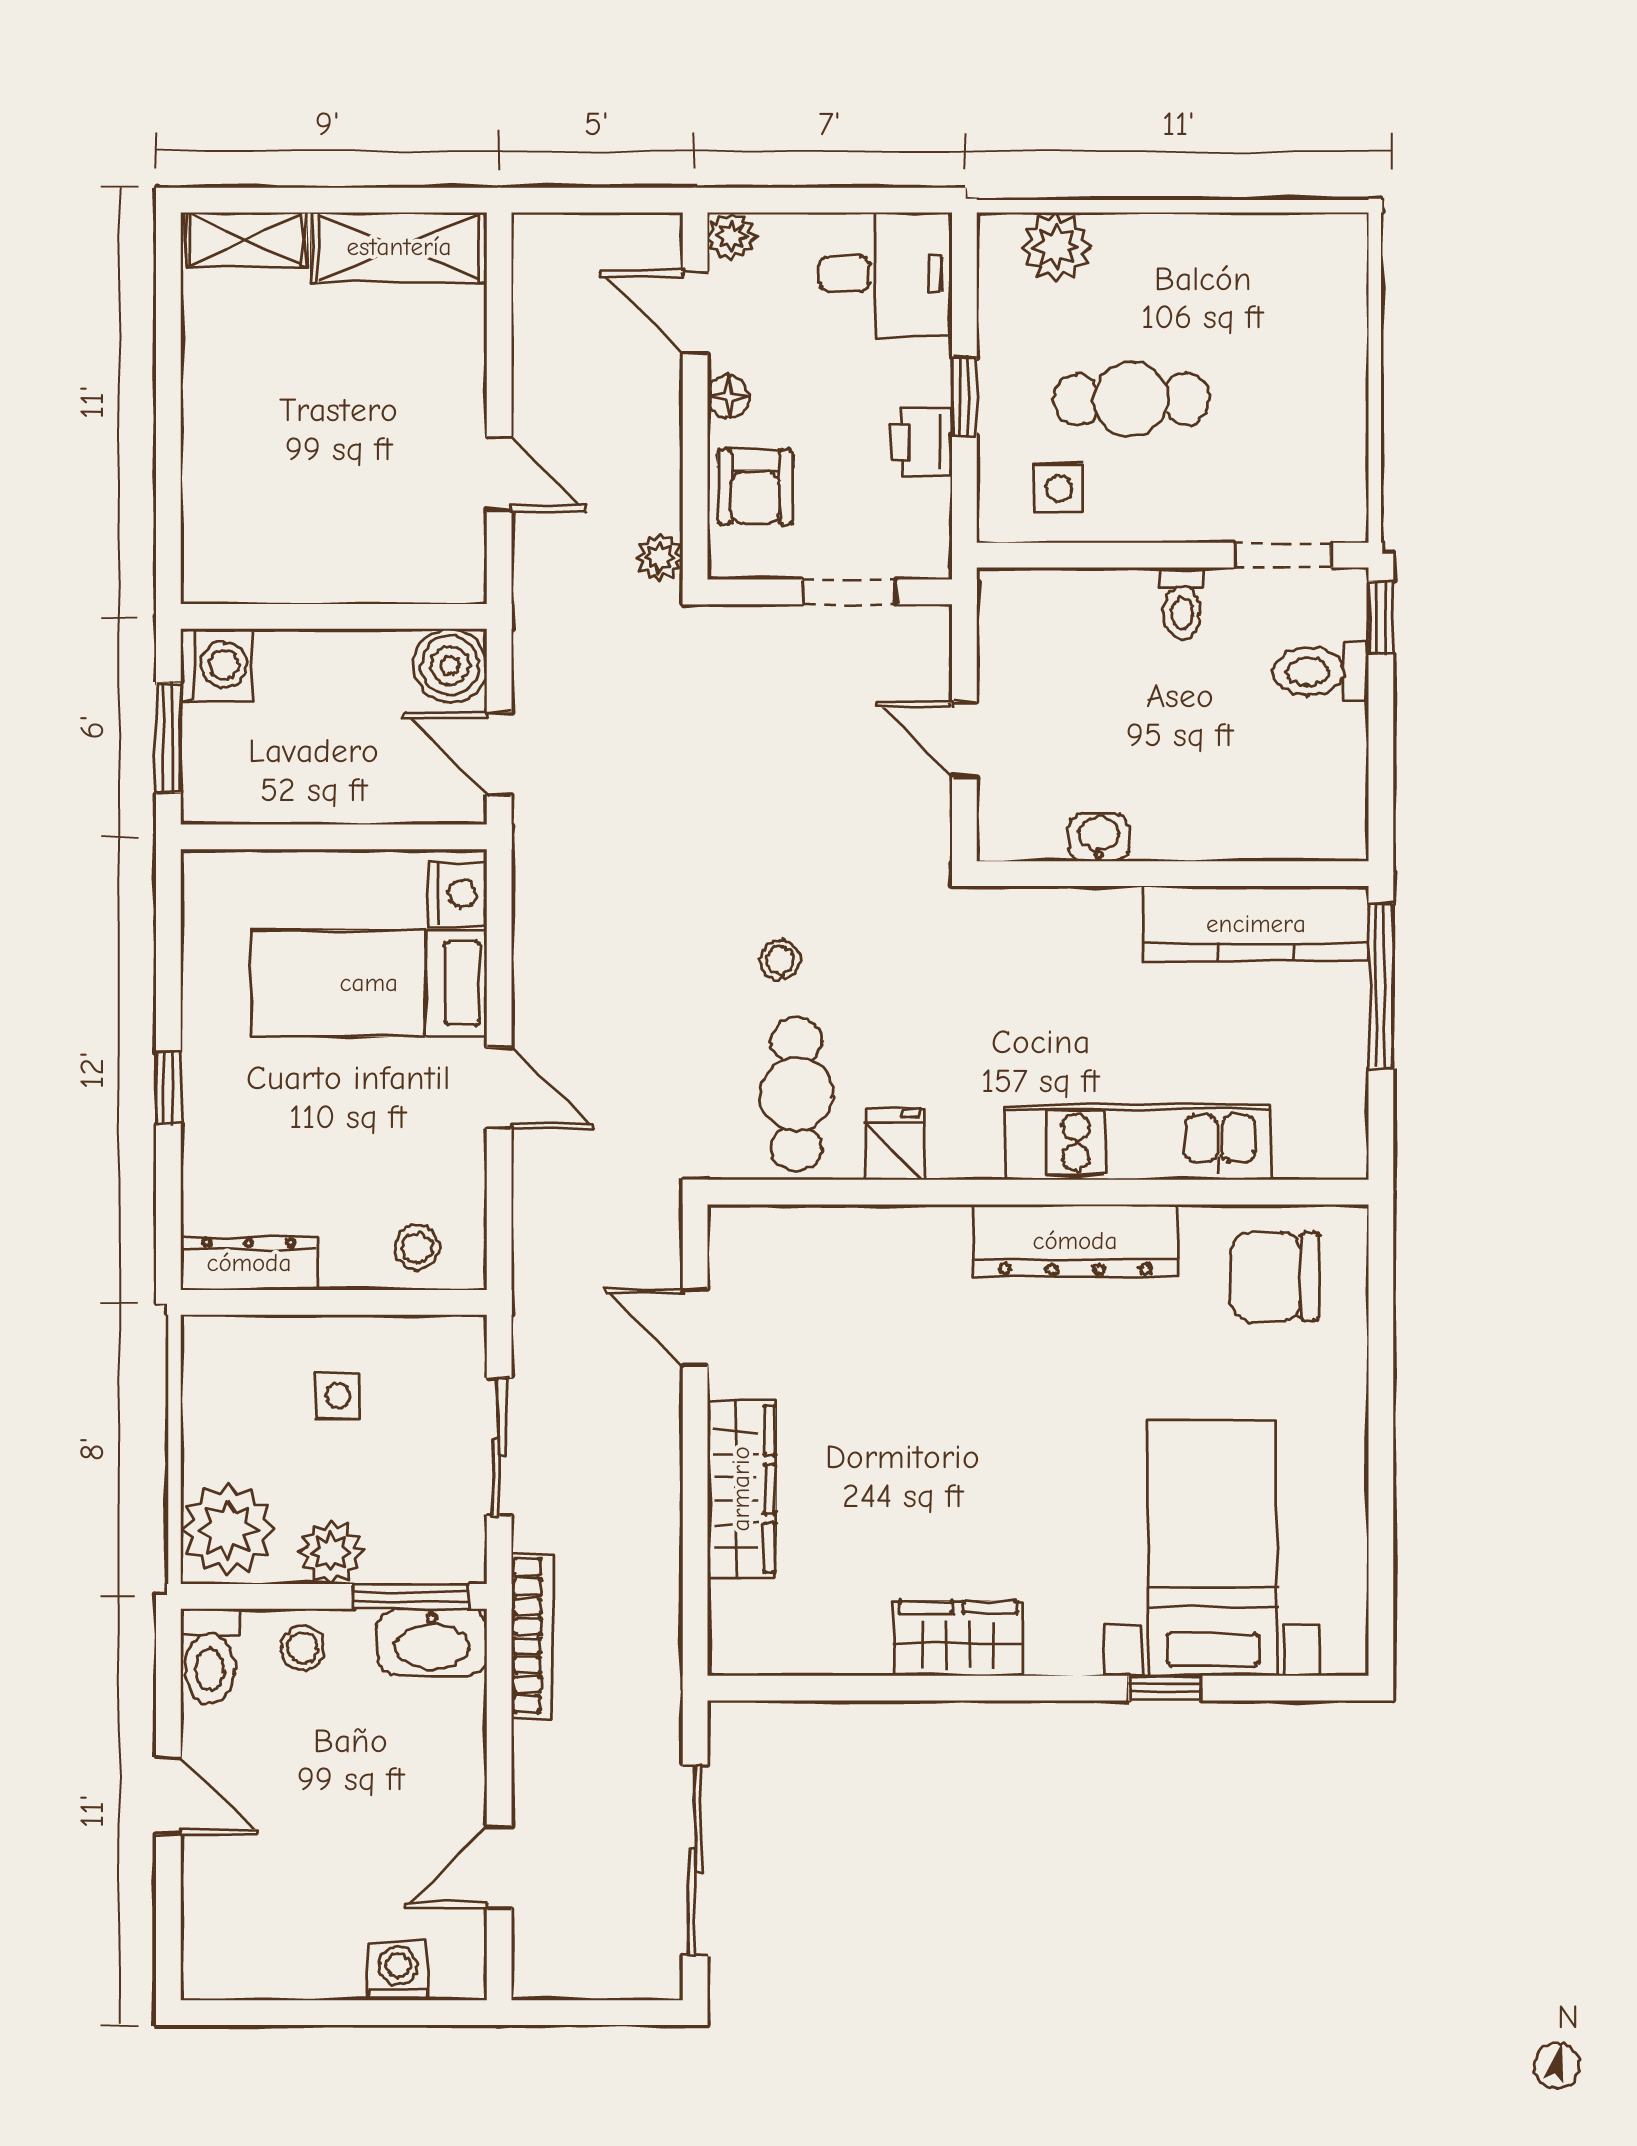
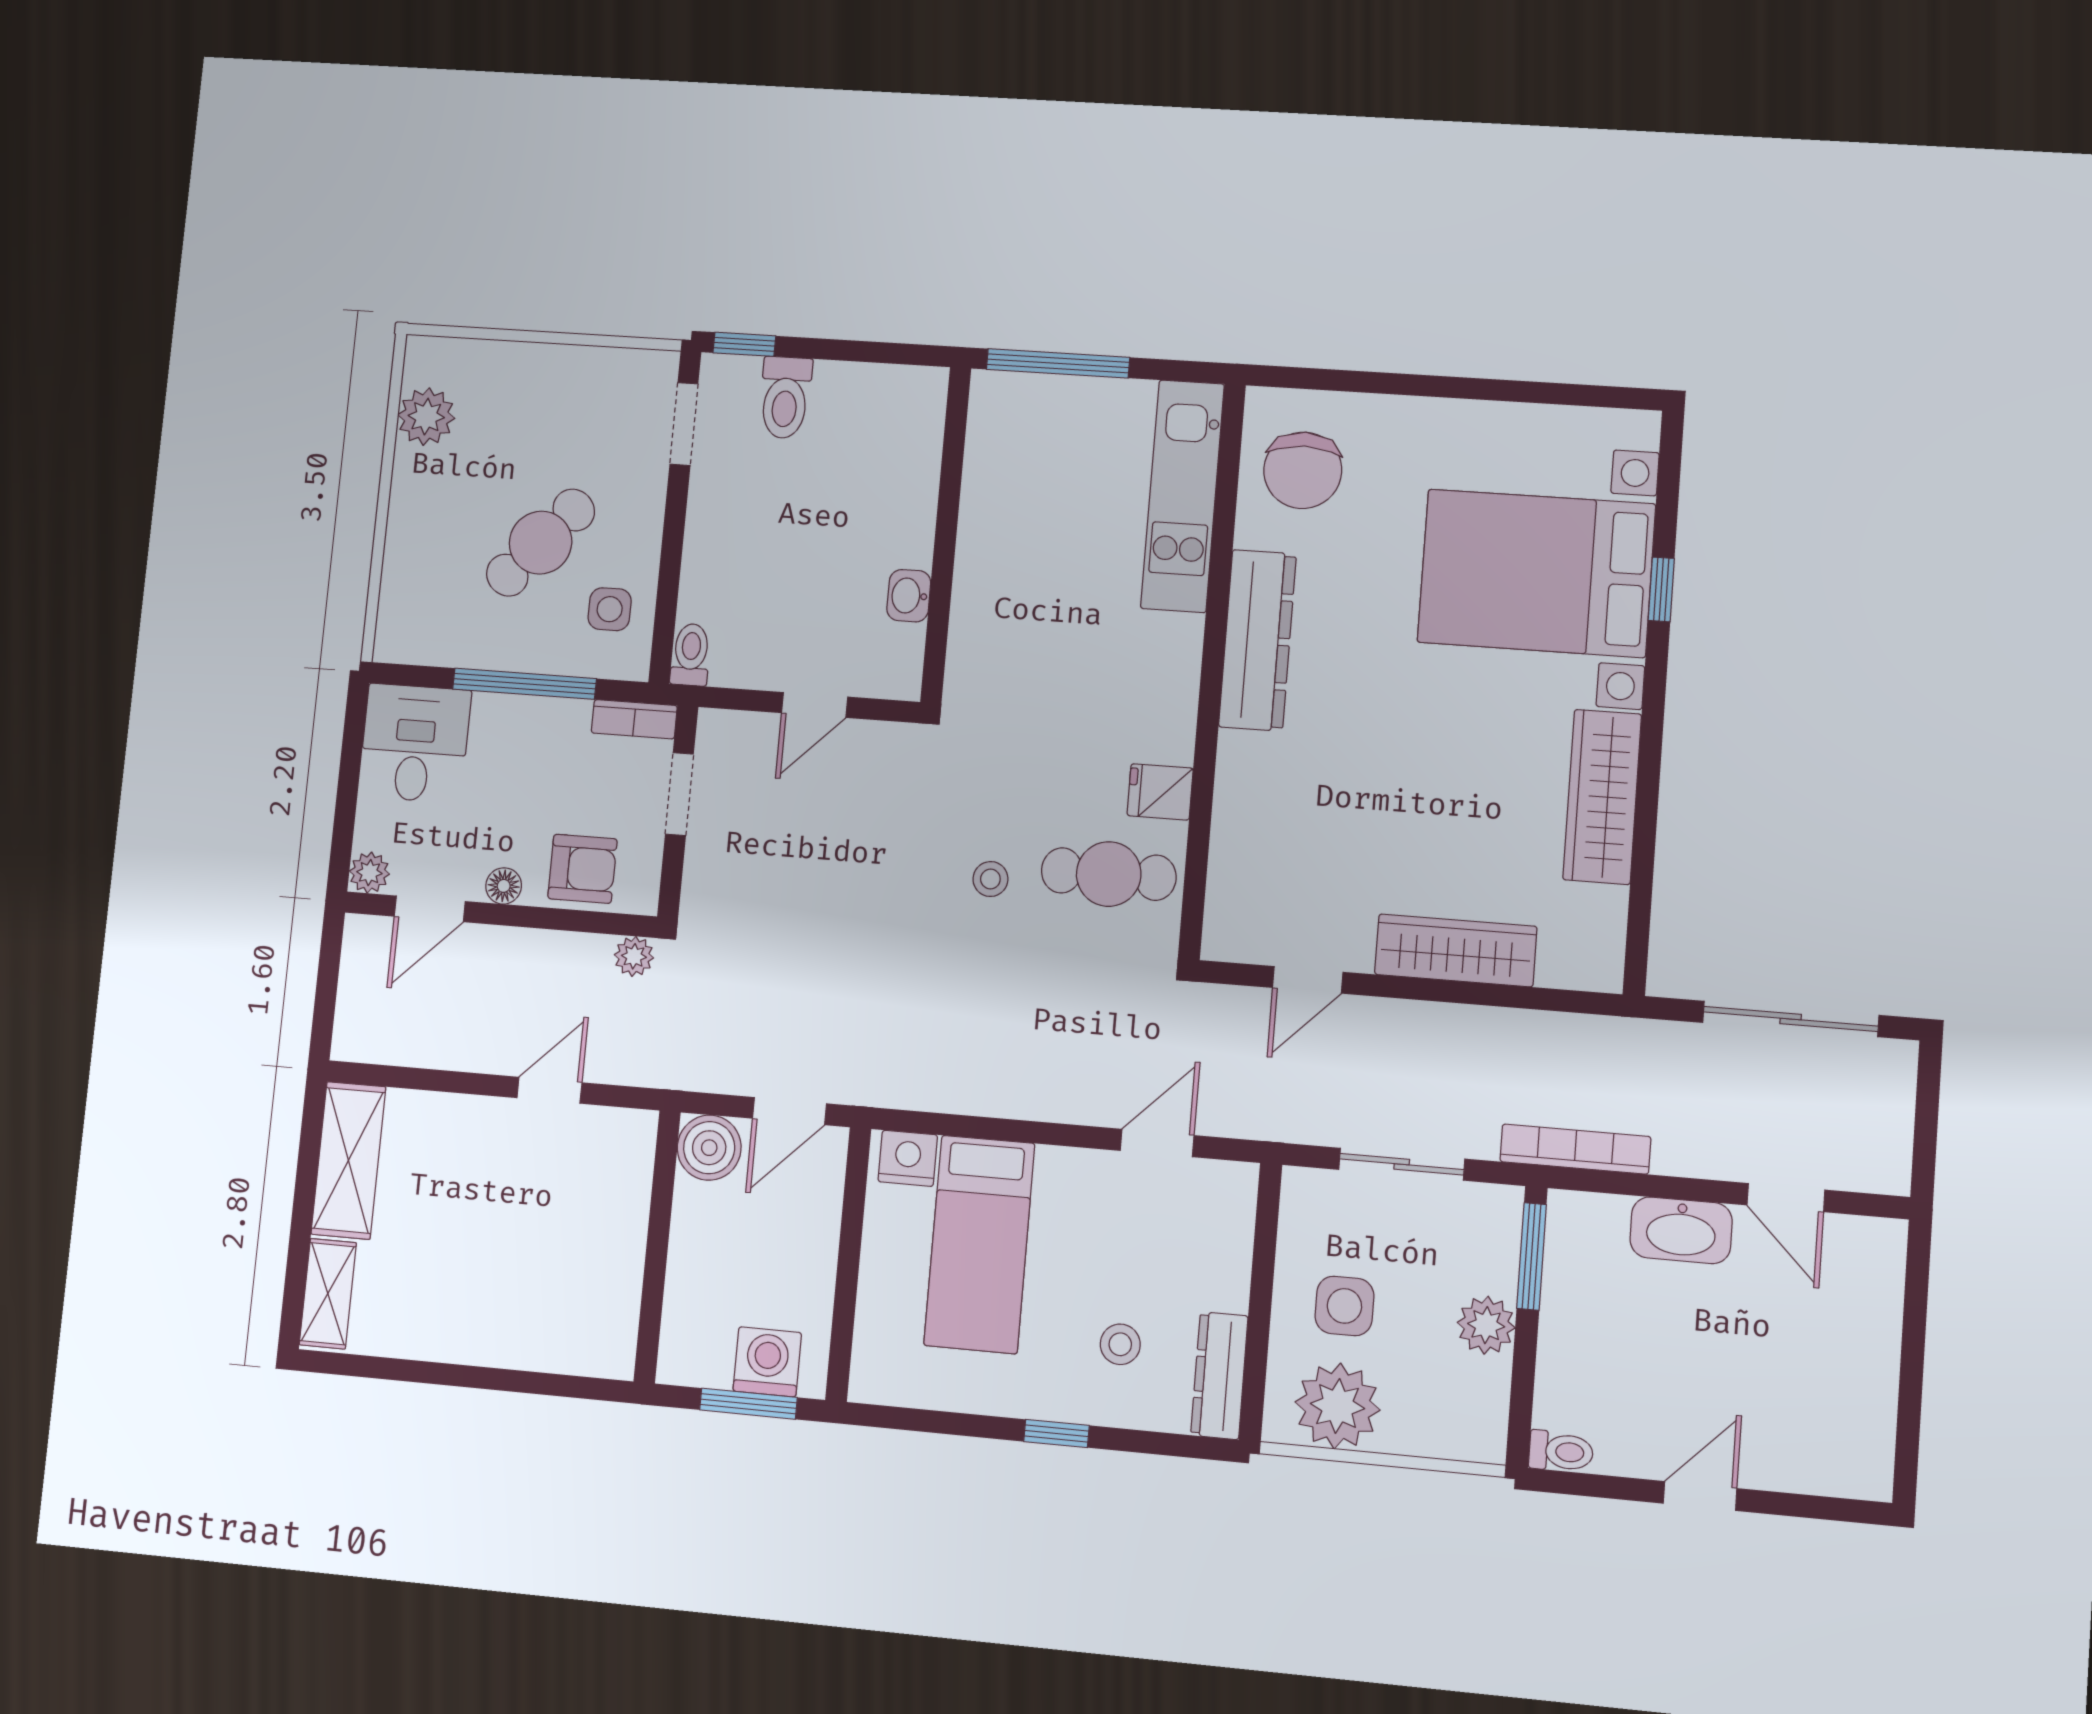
plant: (1056, 247) -> (426, 417), moved
window: (964, 397) -> (524, 684), width x2.17
cafe table: (1131, 399) -> (541, 543), turned 41
printer: (921, 442) -> (559, 724), removed
bookcase: (933, 531) -> (634, 719), added
toilet: (1182, 603) -> (691, 655), moved, turned -90
washing machine: (217, 665) -> (767, 1362), moved
kitchen counter: (1256, 924) -> (995, 466), removed
door: (499, 1088) -> (1157, 1143), moved
kitchen unit: (1137, 1142) -> (1183, 496), moved
stool: (417, 1247) -> (1120, 1344), moved
side table: (338, 1395) -> (1344, 1306), width x1.37, depth x1.37
plant: (228, 1529) -> (1338, 1406), moved
bed with nightstands: (1213, 1548) -> (1536, 573), width x1.36
wardrobe: (958, 1639) -> (1602, 797), width x1.50
washbasin: (432, 1642) -> (1681, 1230), moved, turned 90
stool: (303, 1648) -> (1572, 1359), removed
toilet: (210, 1656) -> (1561, 1451), width x0.73, depth x0.72
washing machine: (398, 1971) -> (1877, 1299), removed

